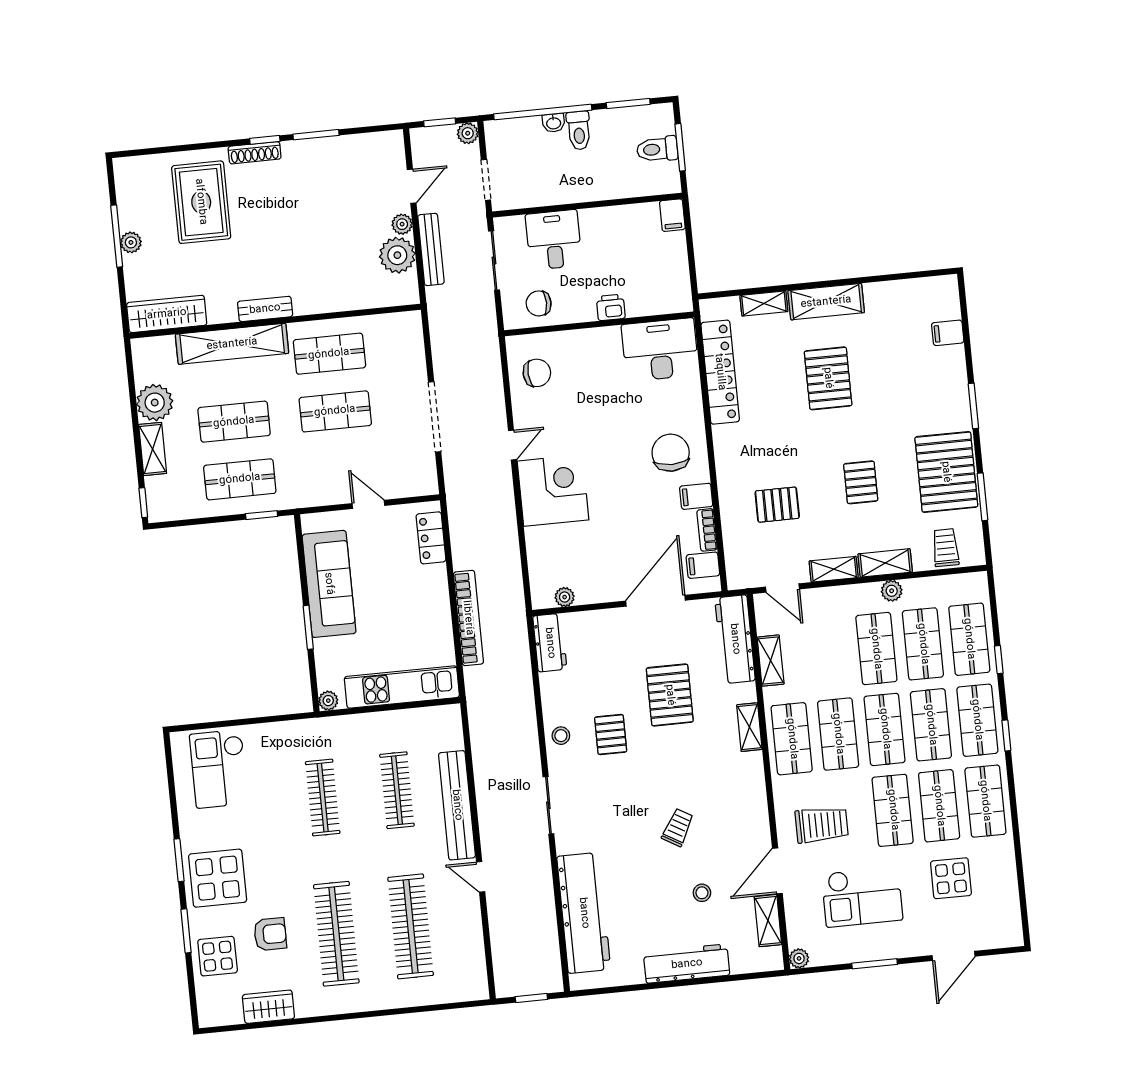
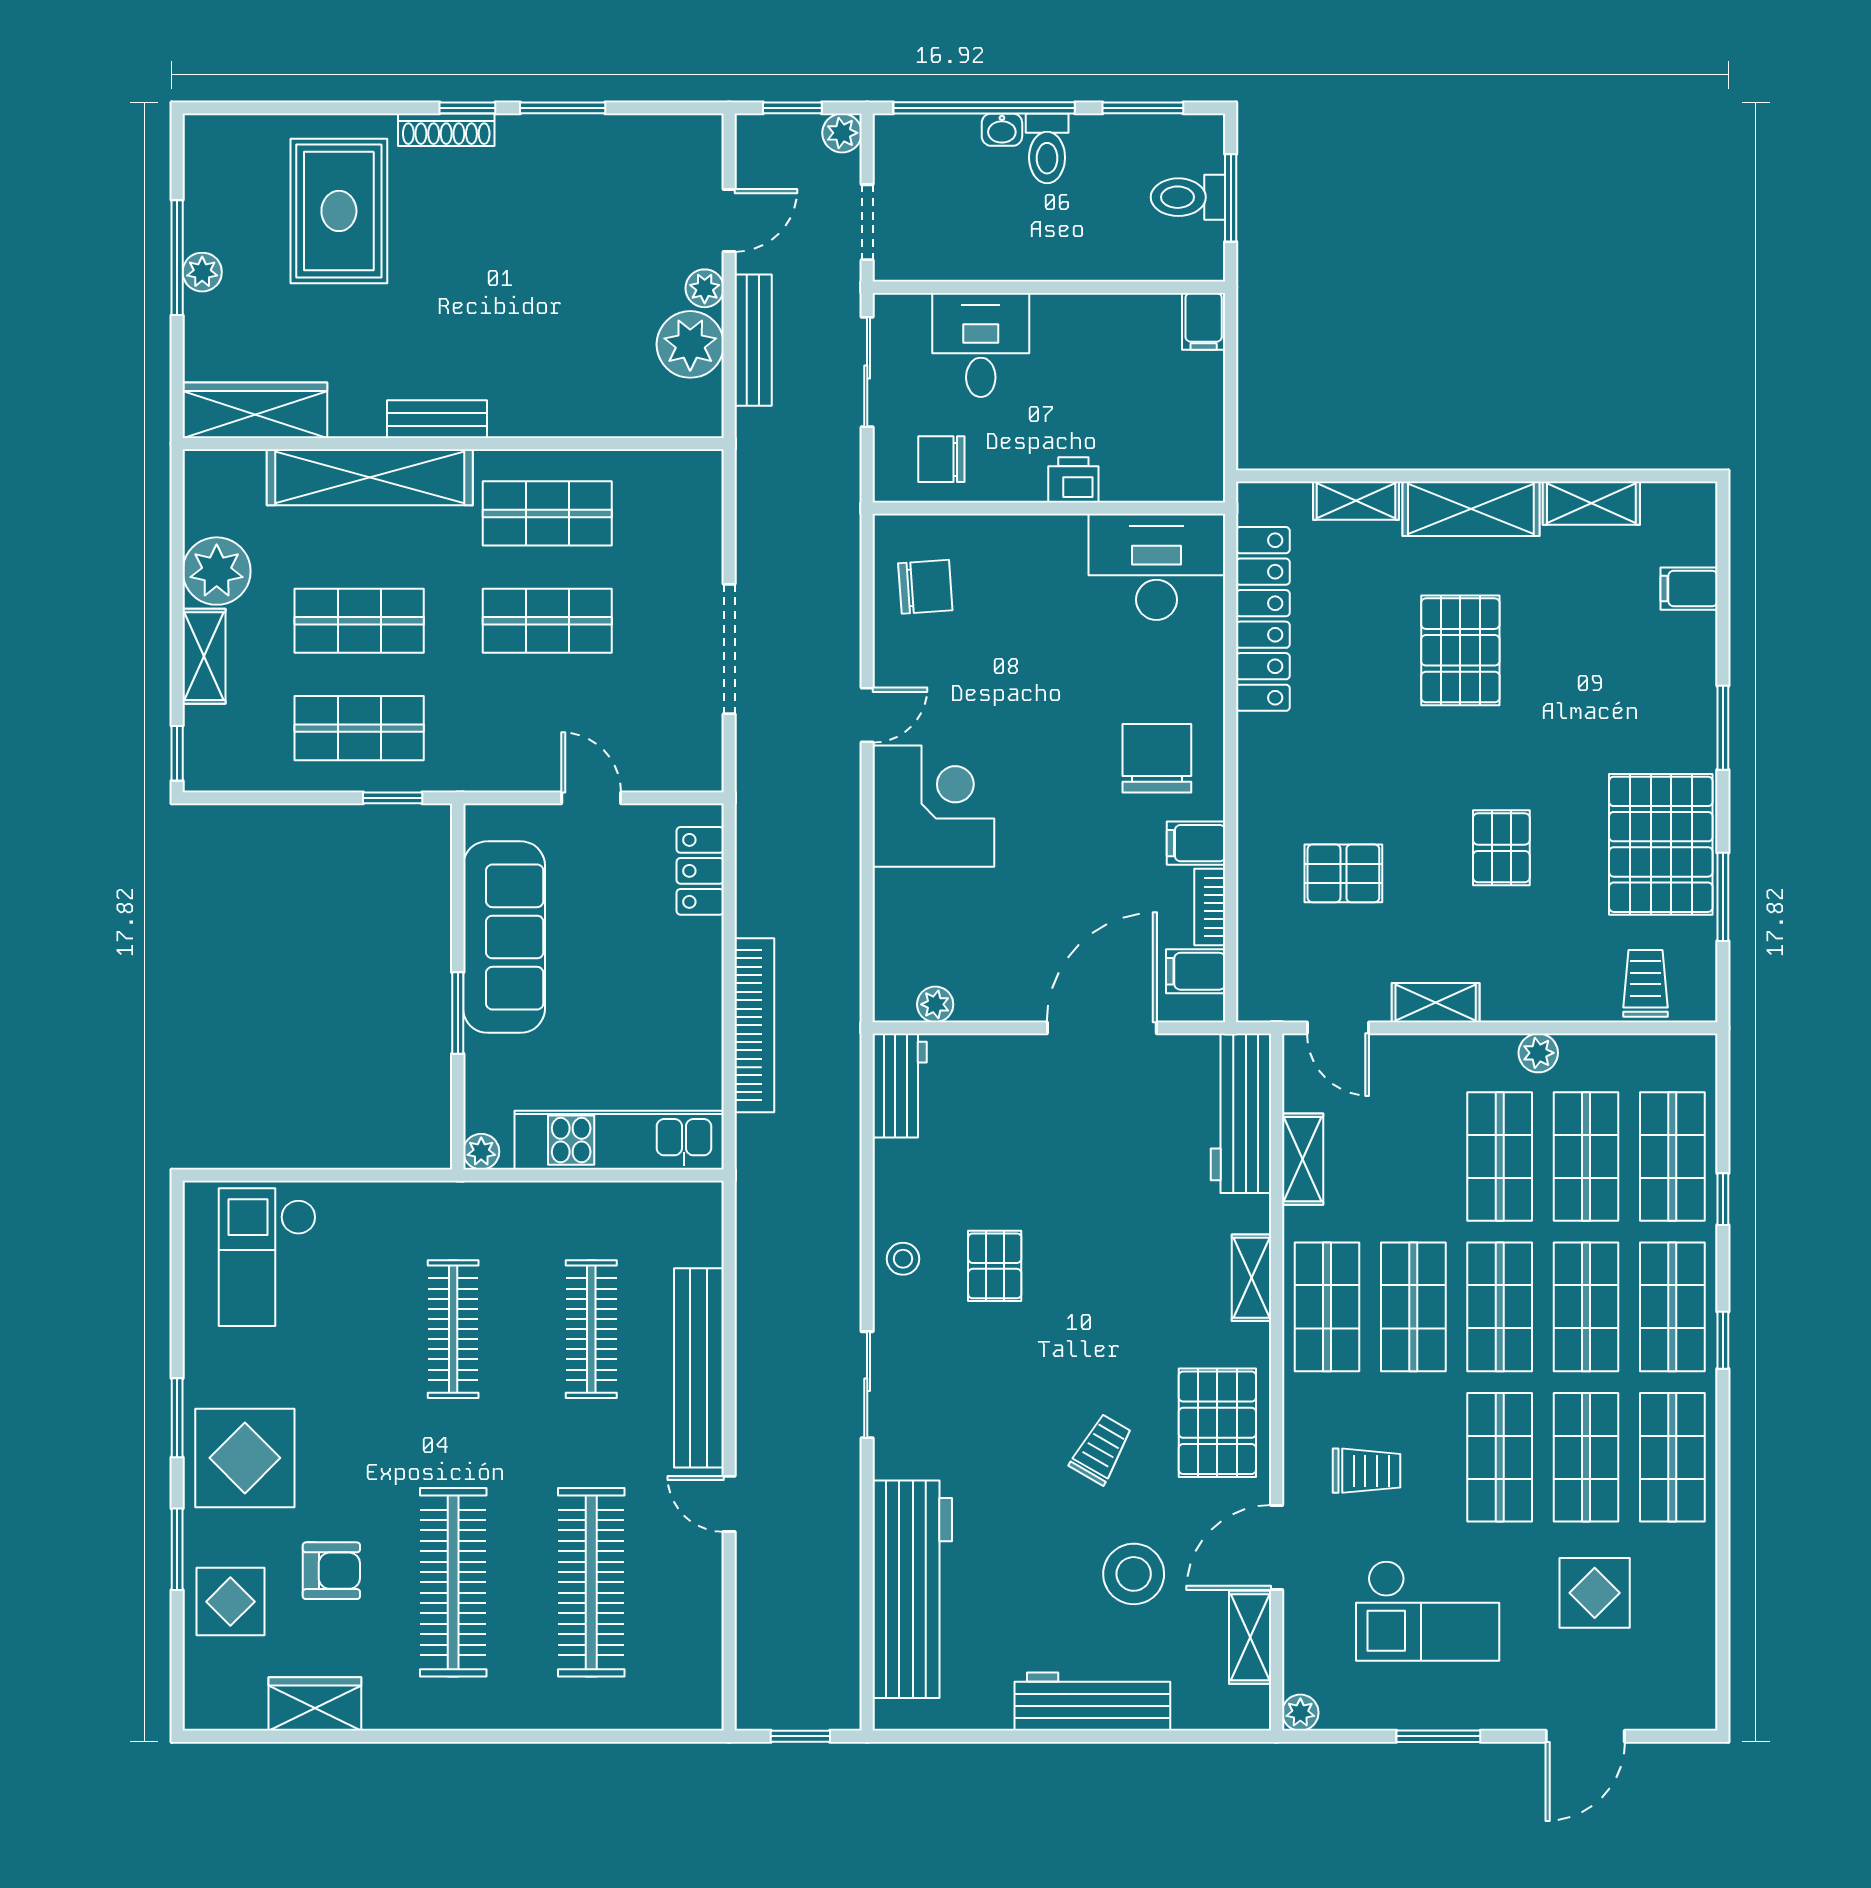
shelving: (885, 563) -> (1591, 503), moved
pallet: (670, 695) -> (1217, 1423), moved
trolley: (822, 825) -> (1367, 1471), width x0.73, depth x0.72
stool: (702, 893) -> (1134, 1574), width x1.89, depth x1.89

